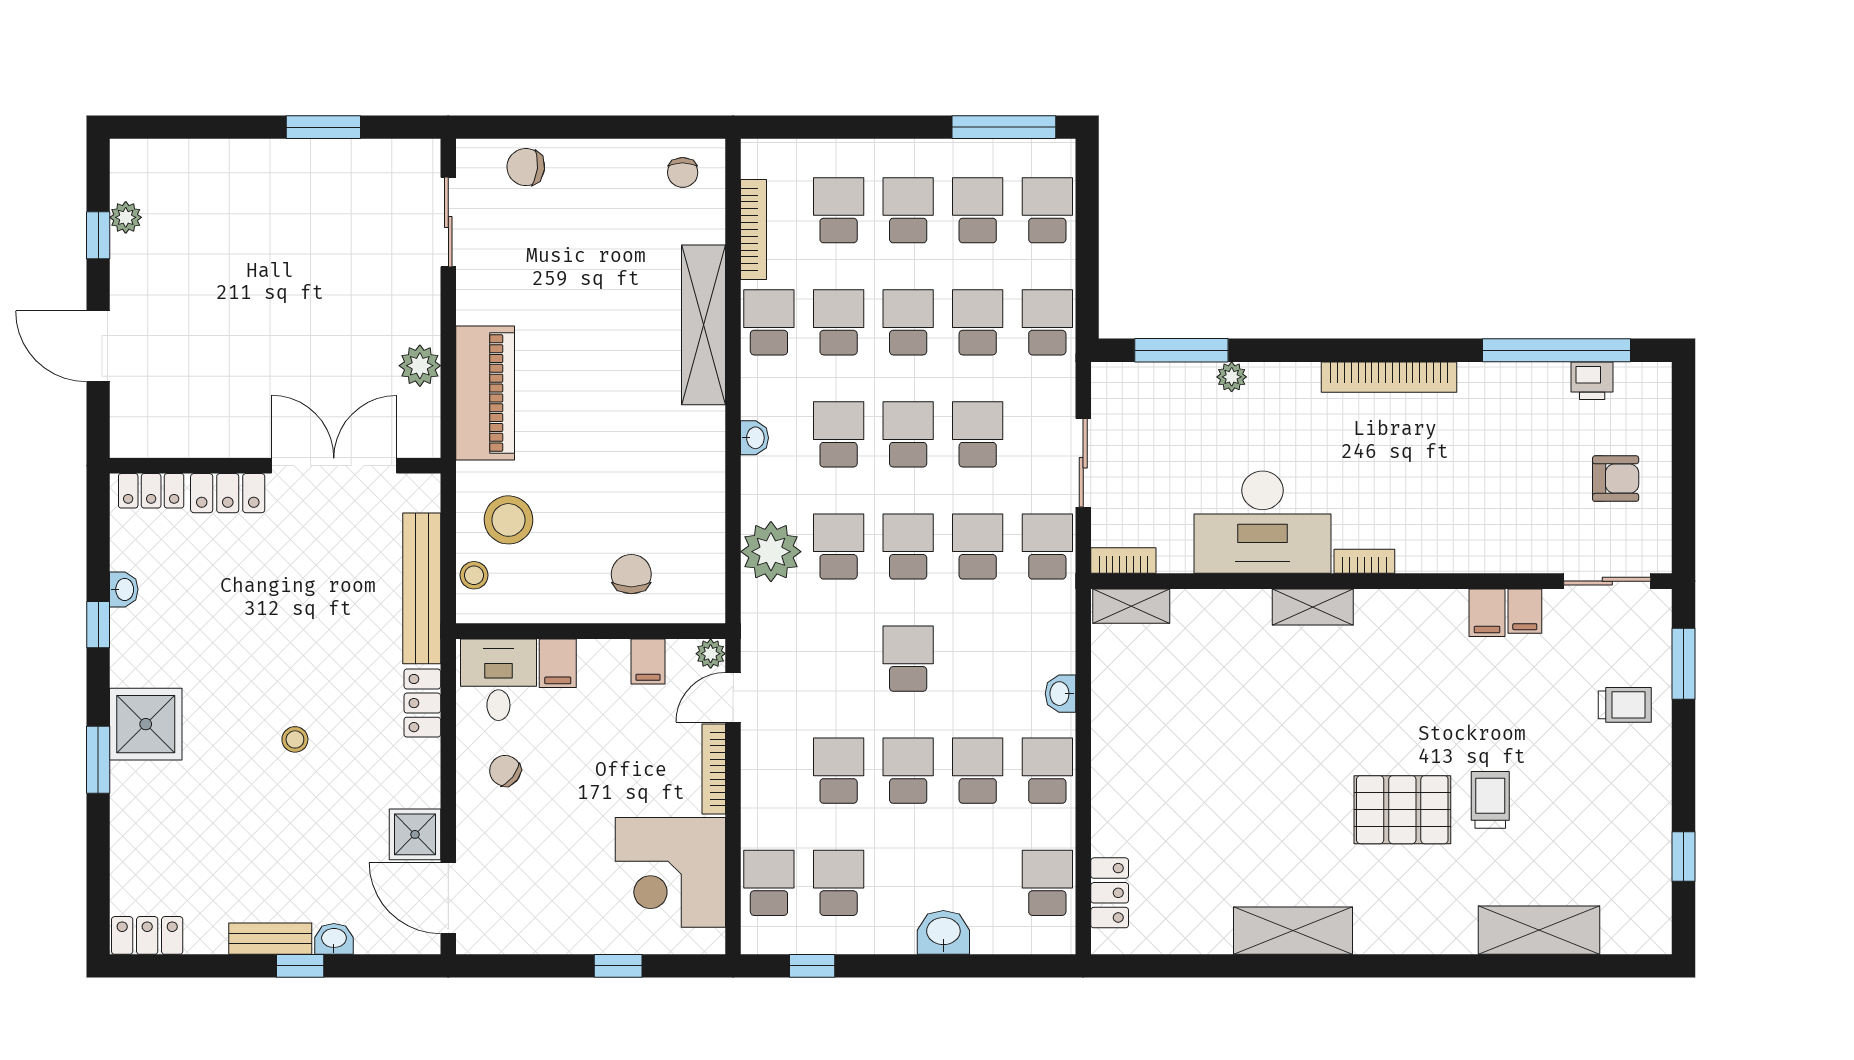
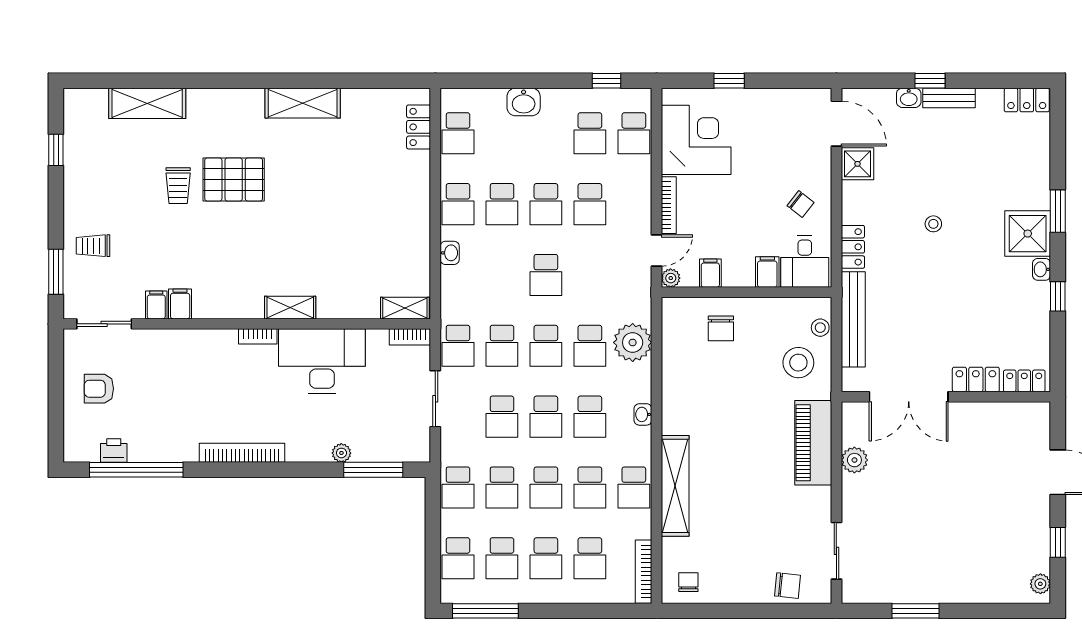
plant: (126, 217) -> (1040, 584), moved
bookcase: (754, 229) -> (644, 572), moved
washbasin: (124, 589) -> (1042, 269), moved

